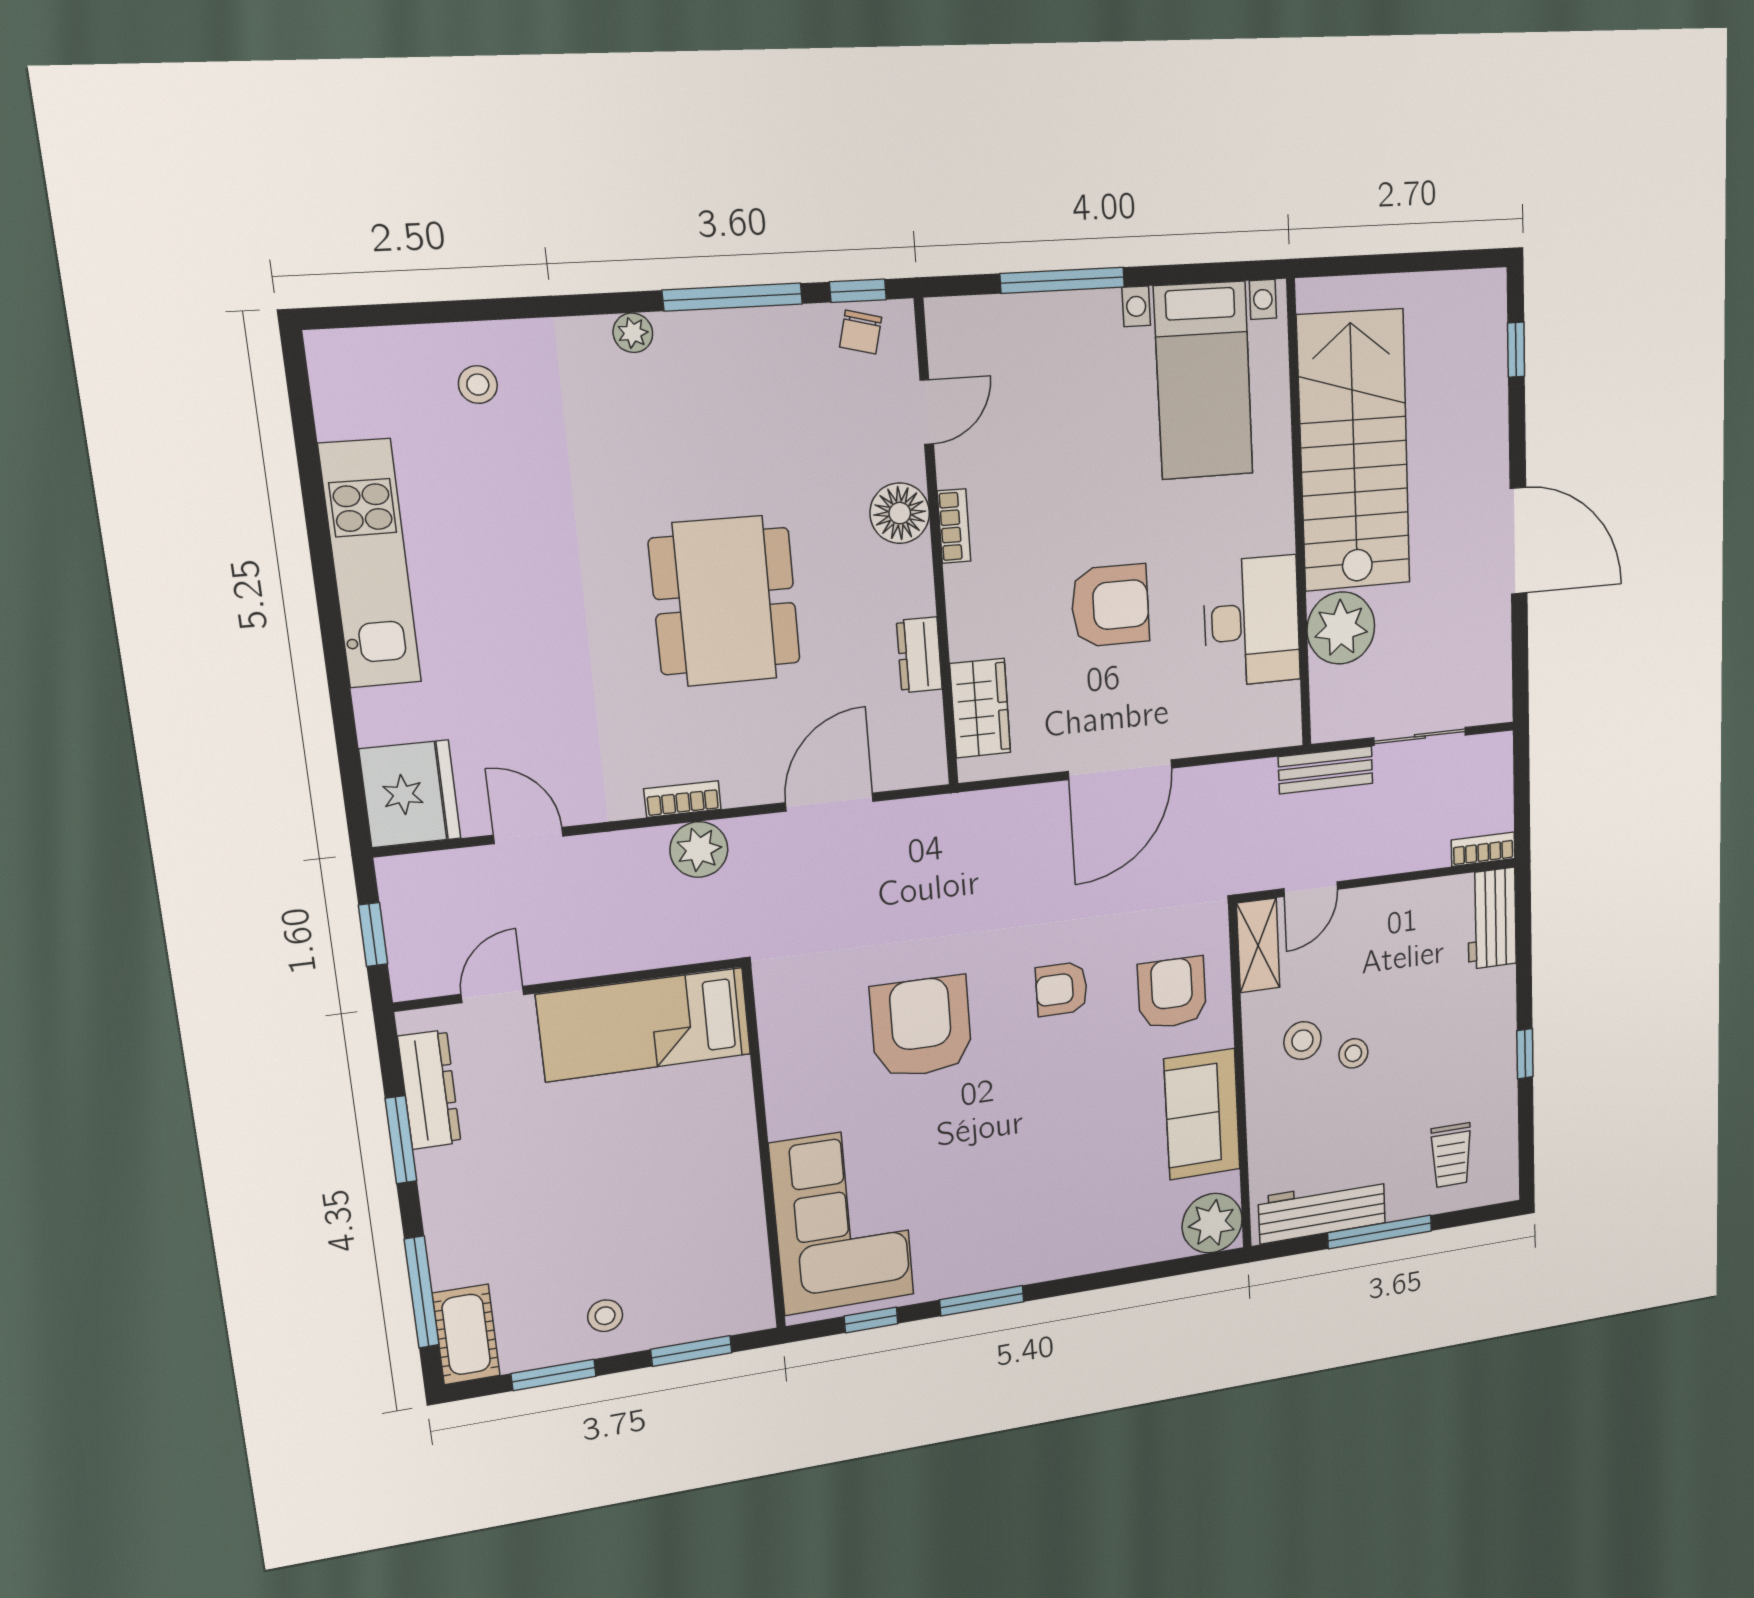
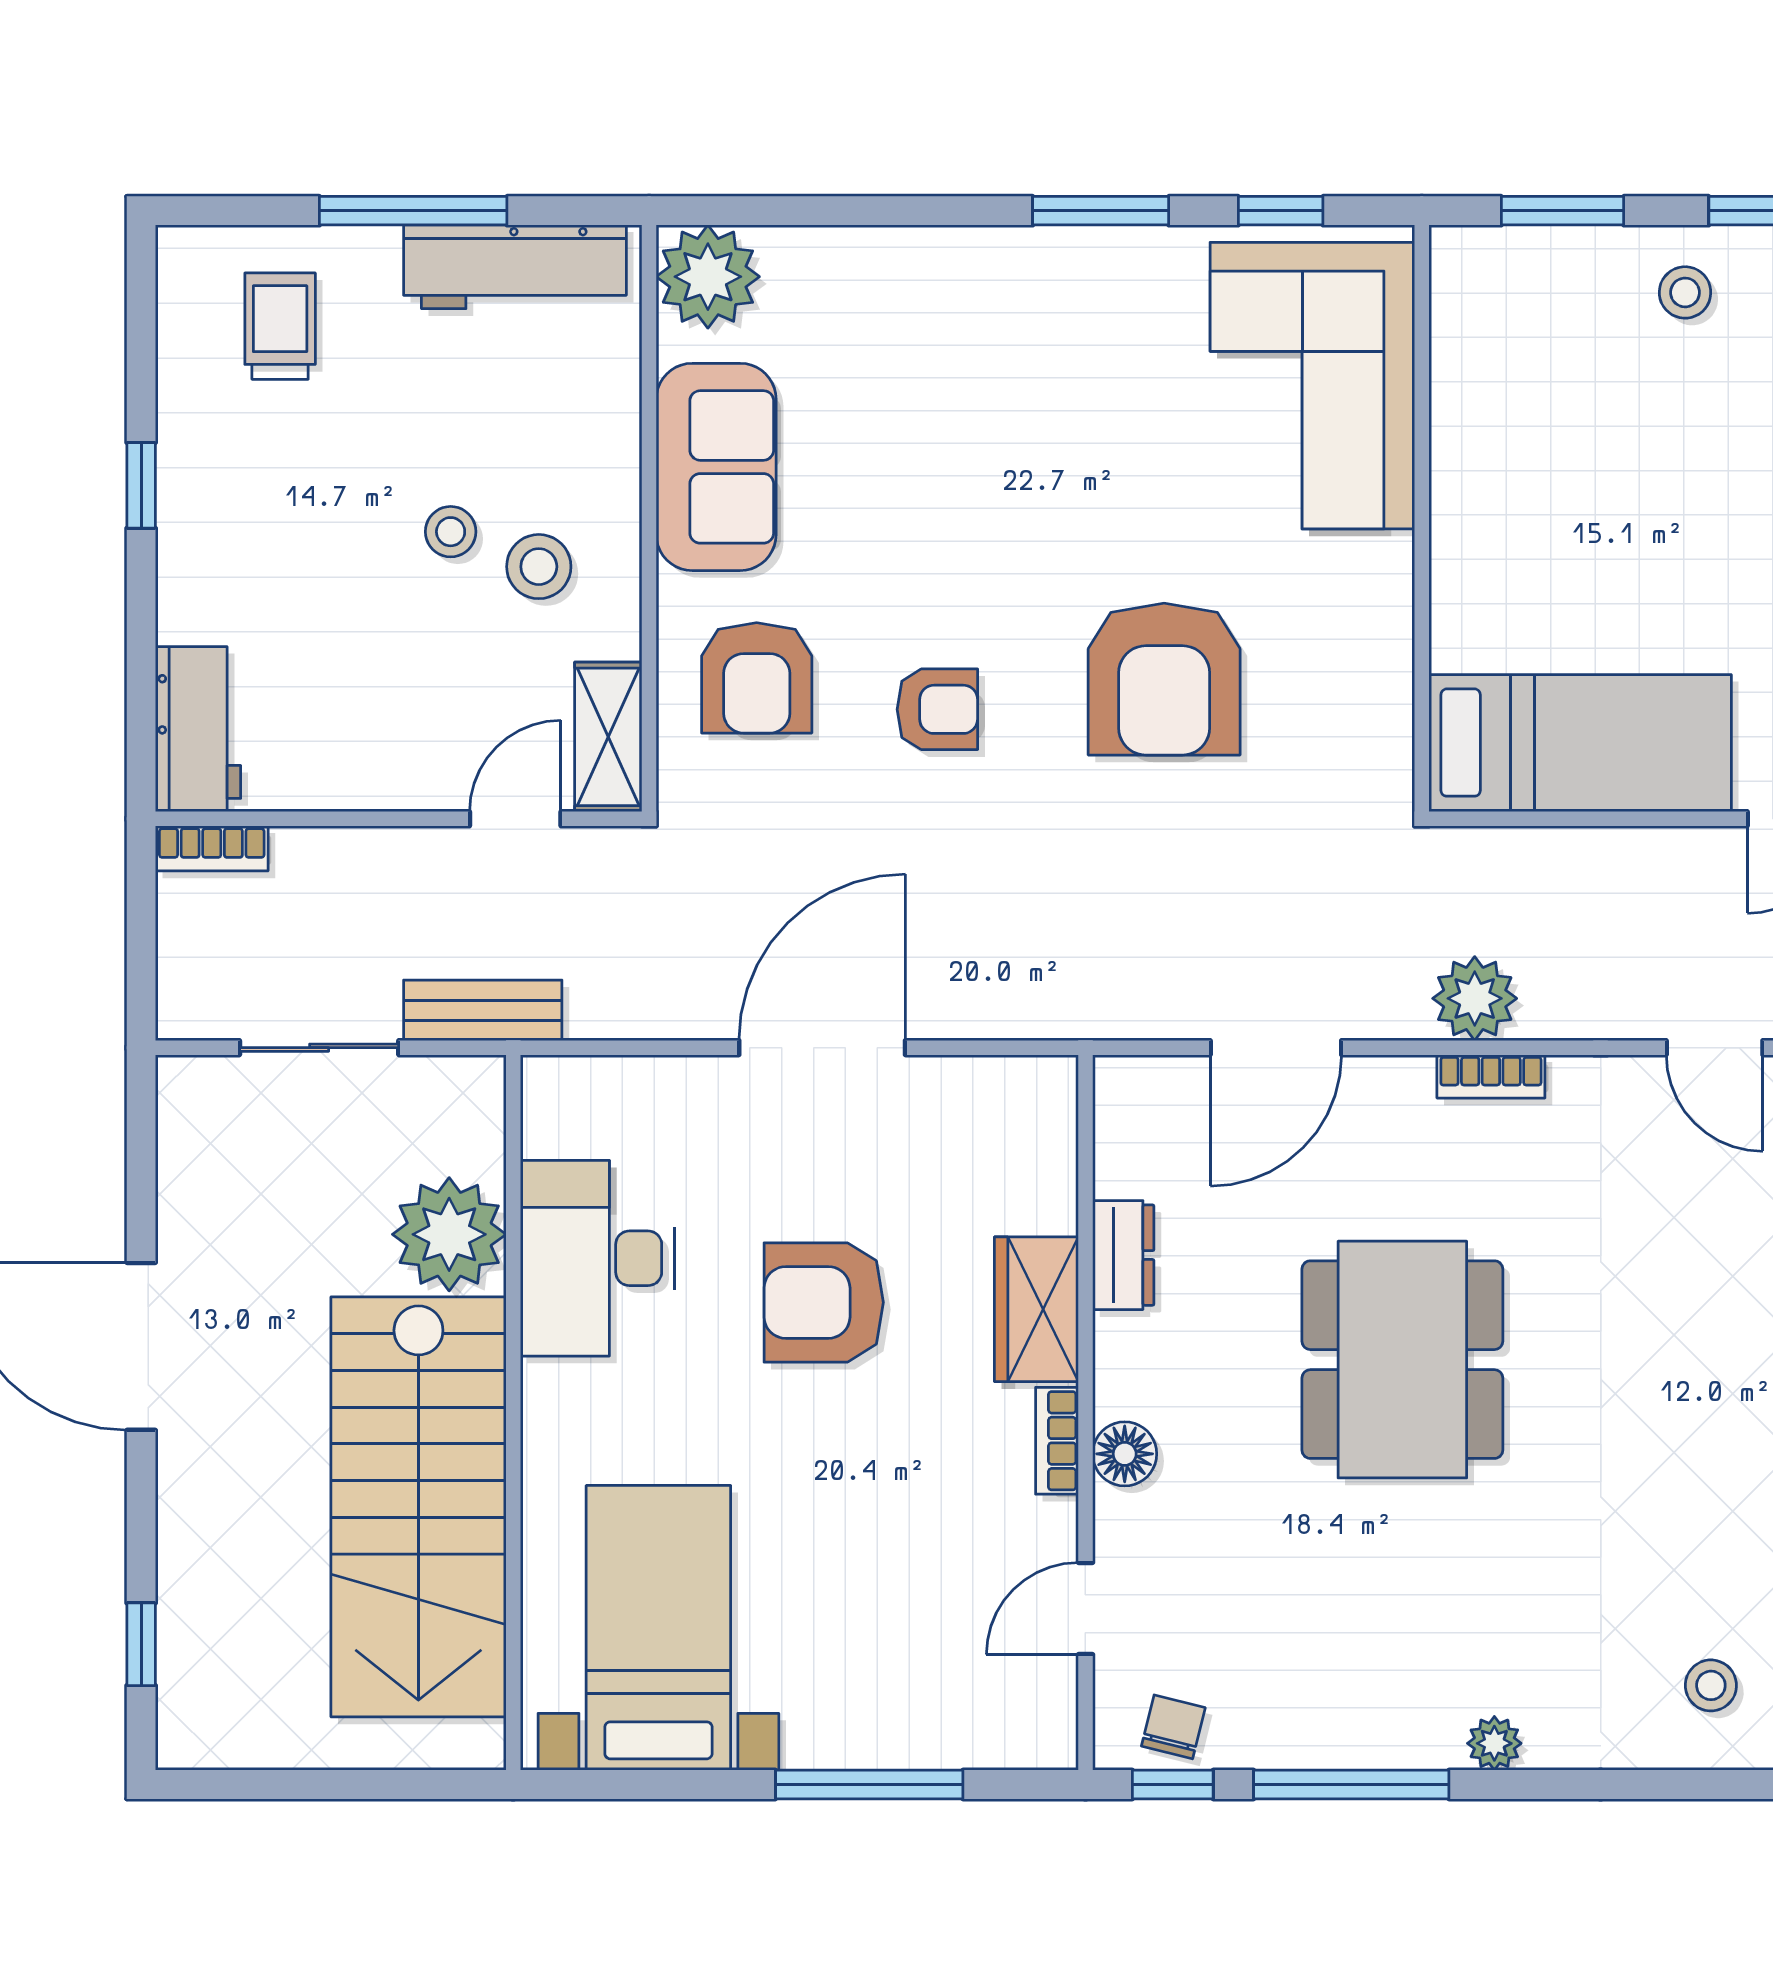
floor lamp: (900, 513) -> (1125, 1454), width x0.73, depth x0.73
wardrobe: (980, 708) -> (1036, 1309), moved

